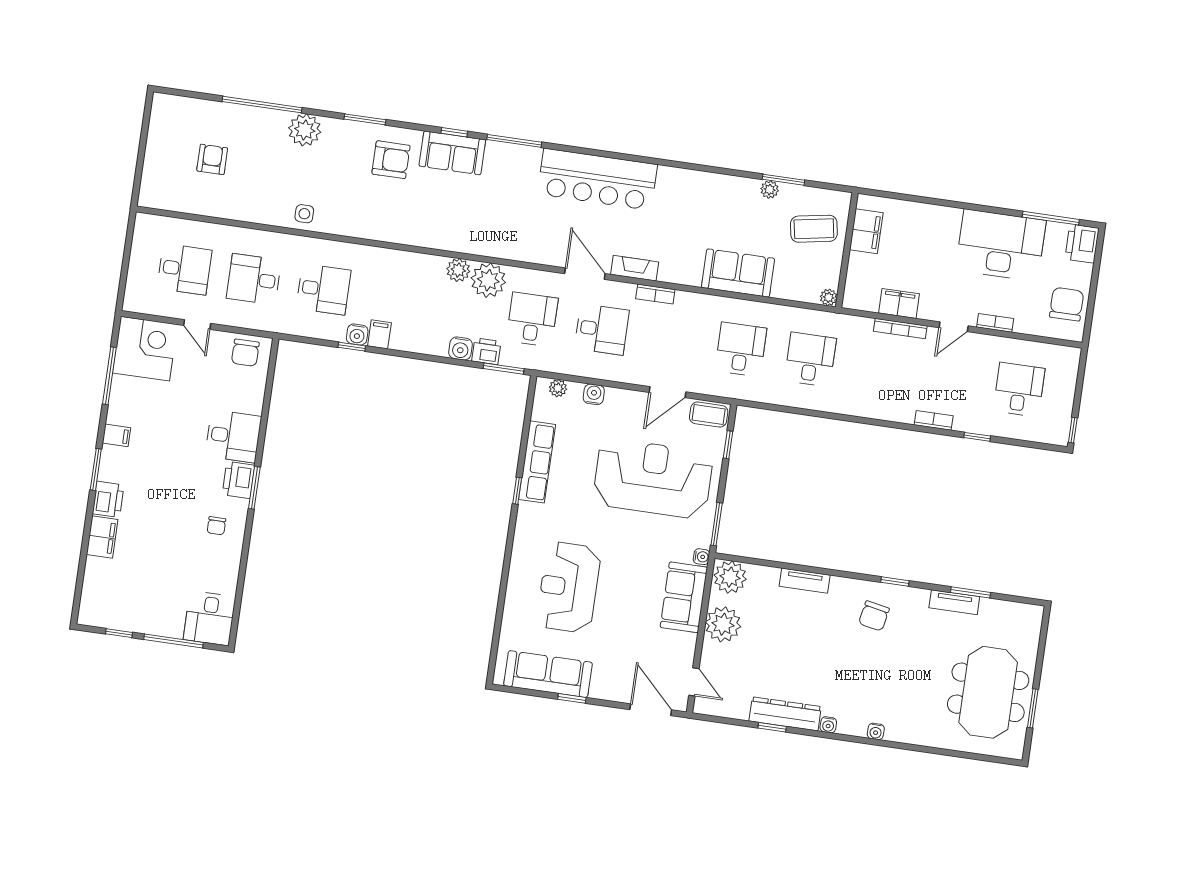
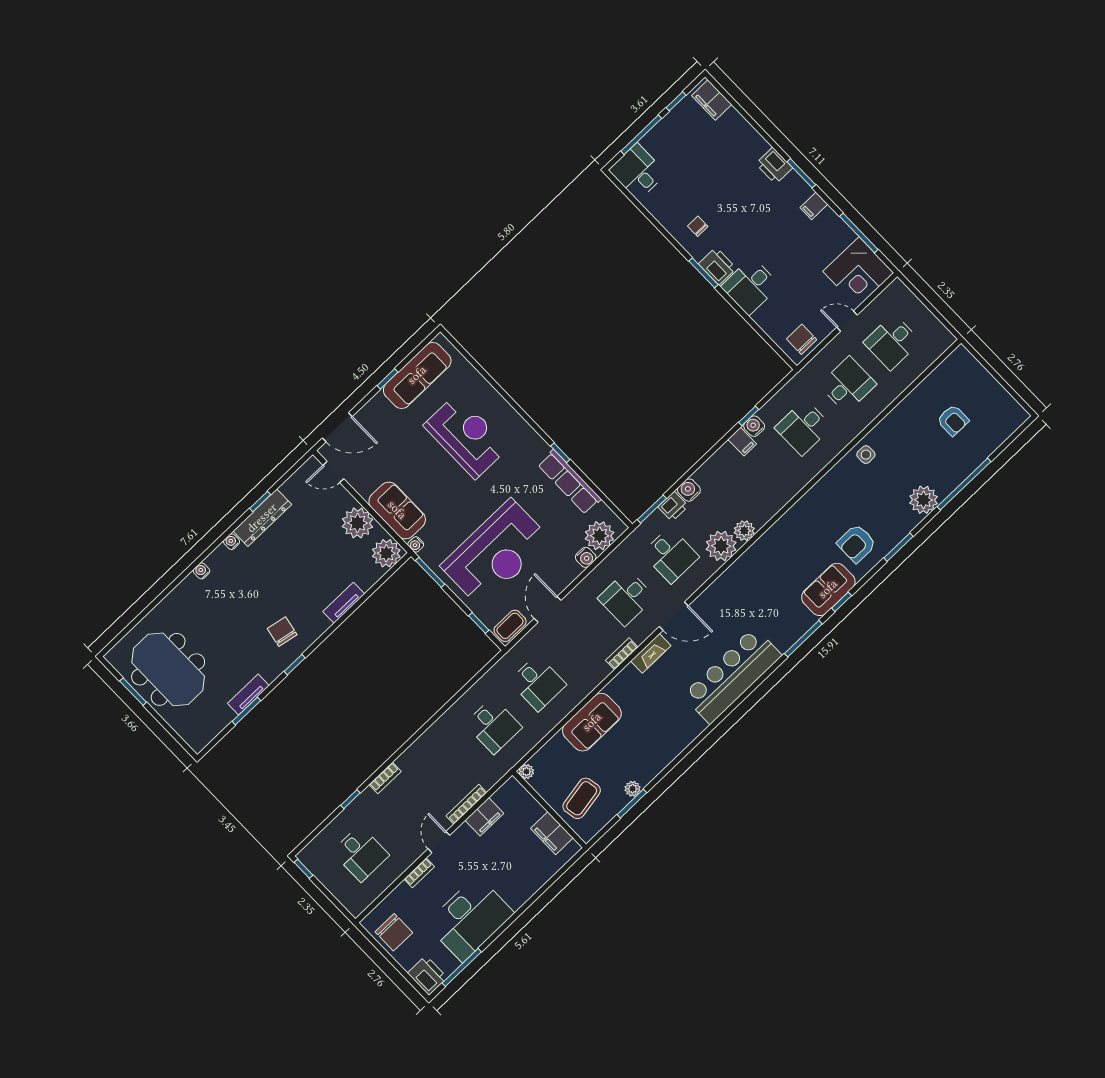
plant: (558, 388) -> (600, 536), width x1.88, depth x1.88
filing cabinet: (102, 537) -> (712, 100), moved

